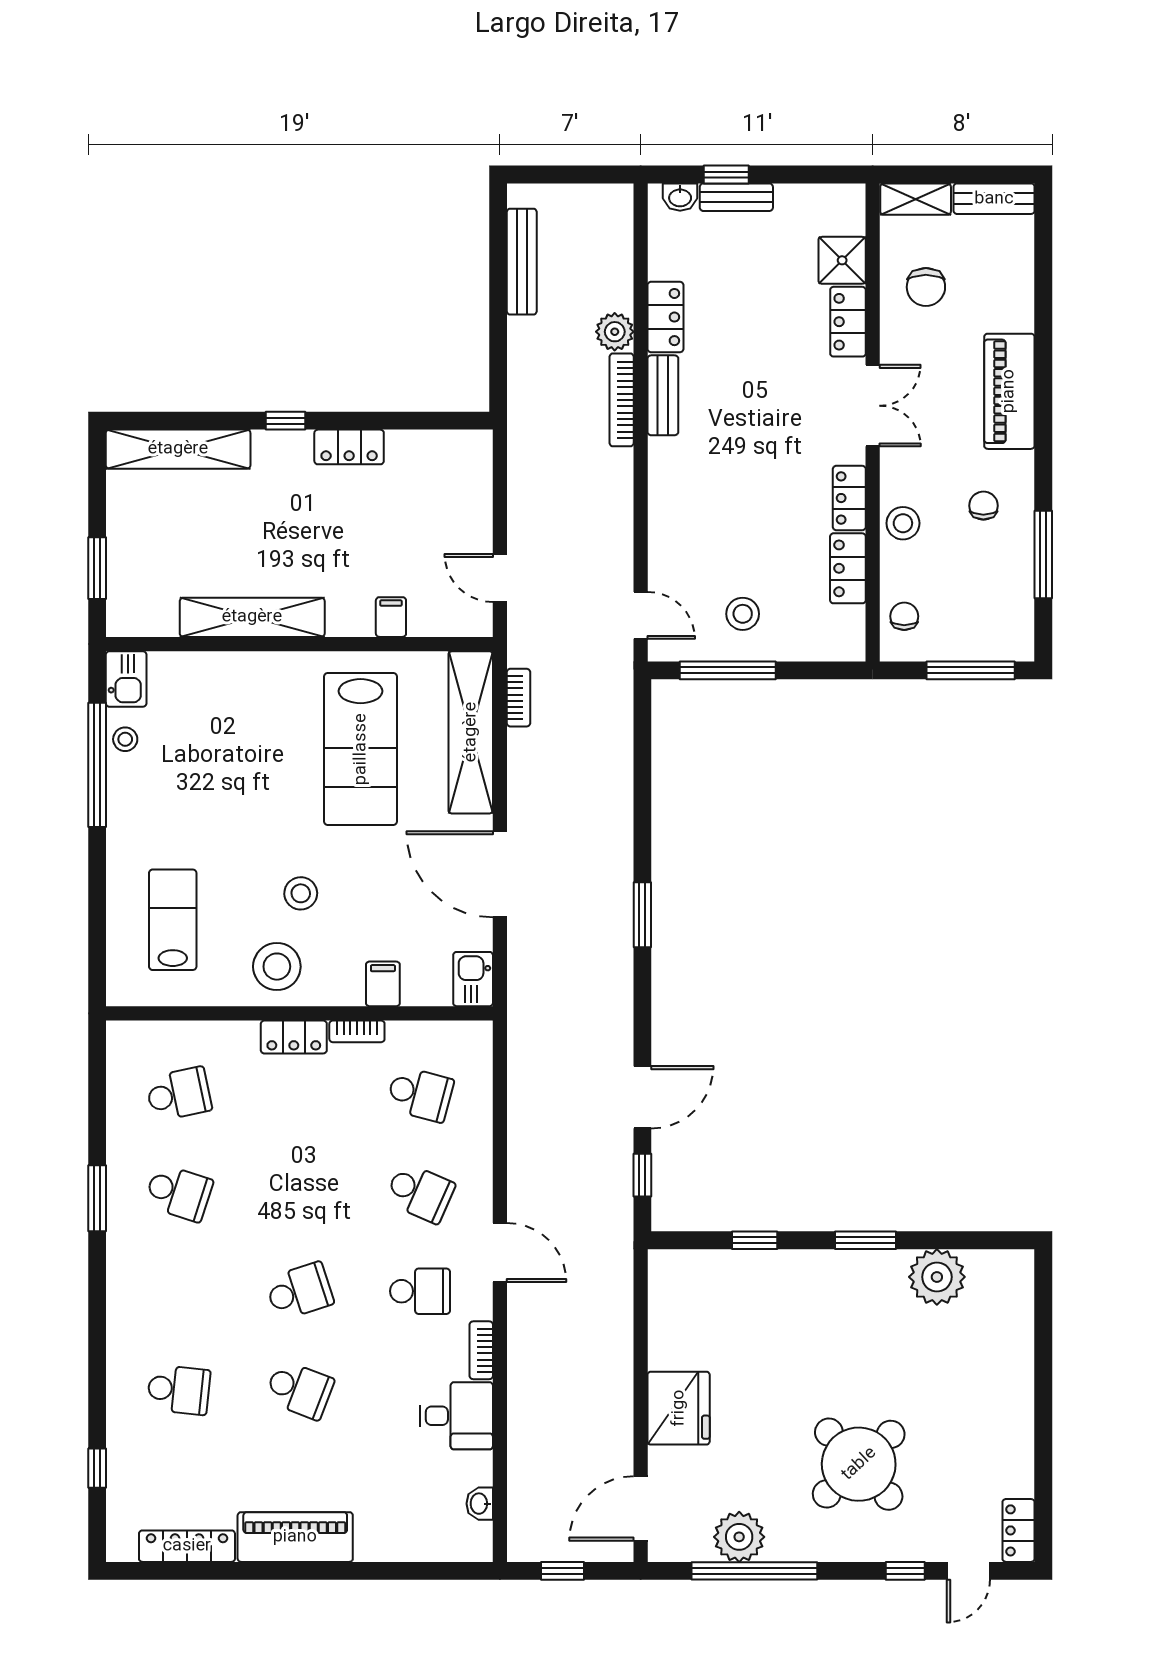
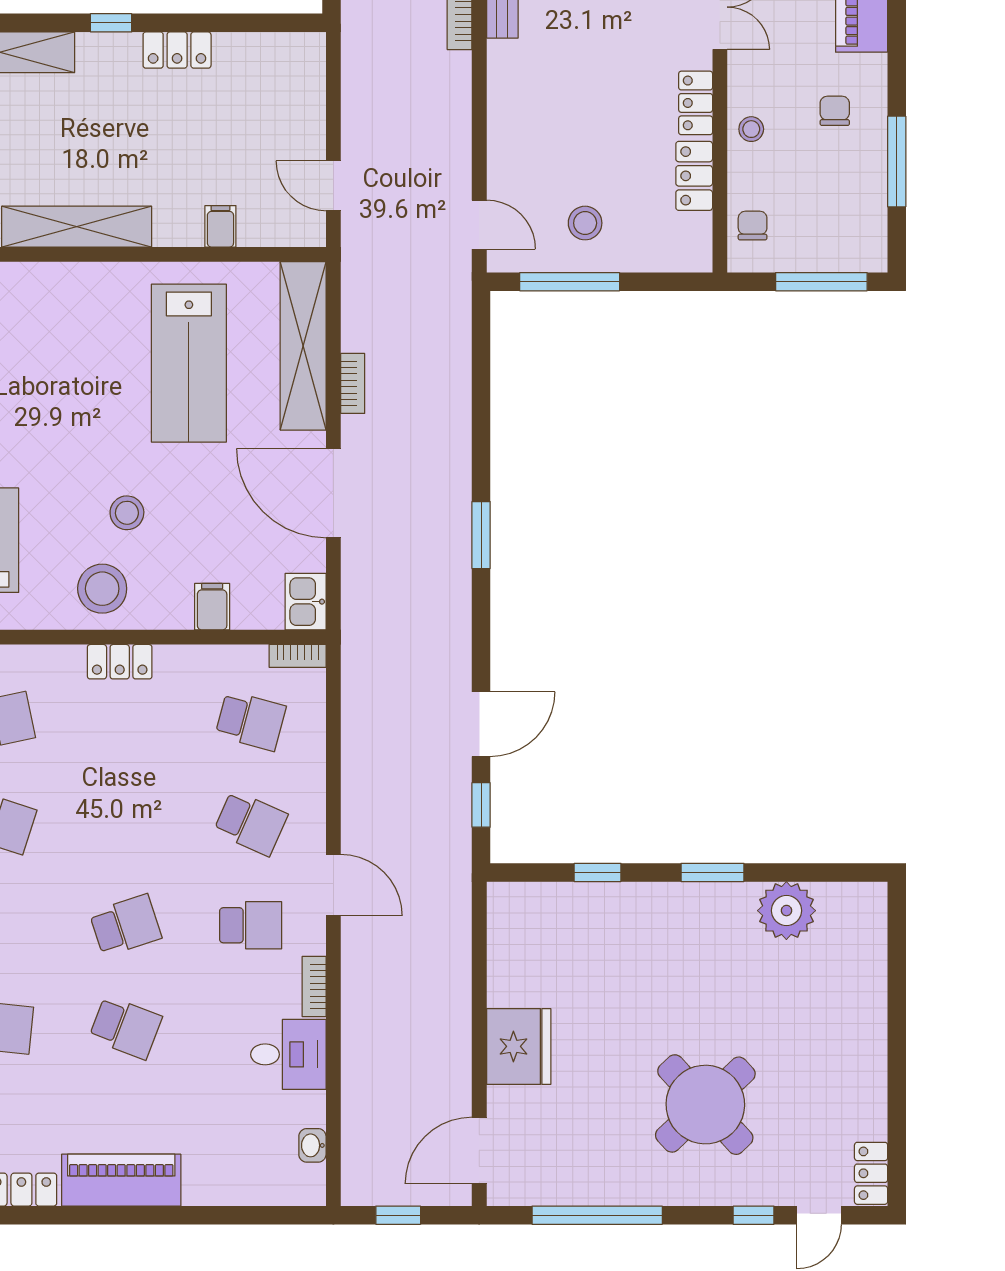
stool: (903, 523) -> (751, 129), width x0.73, depth x0.73
bookcase: (518, 698) -> (353, 383), moved
bookcase: (357, 1031) -> (298, 656), moved
plant: (739, 1537) -> (581, 1180), removed

